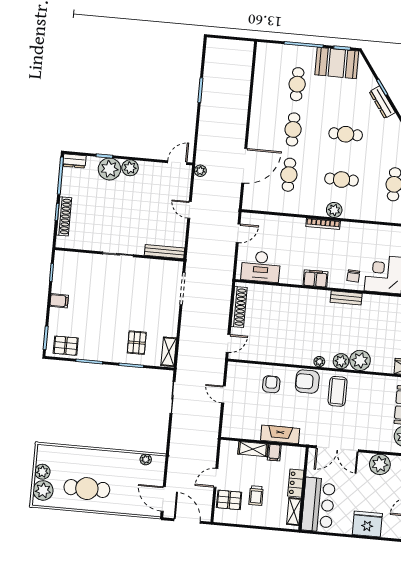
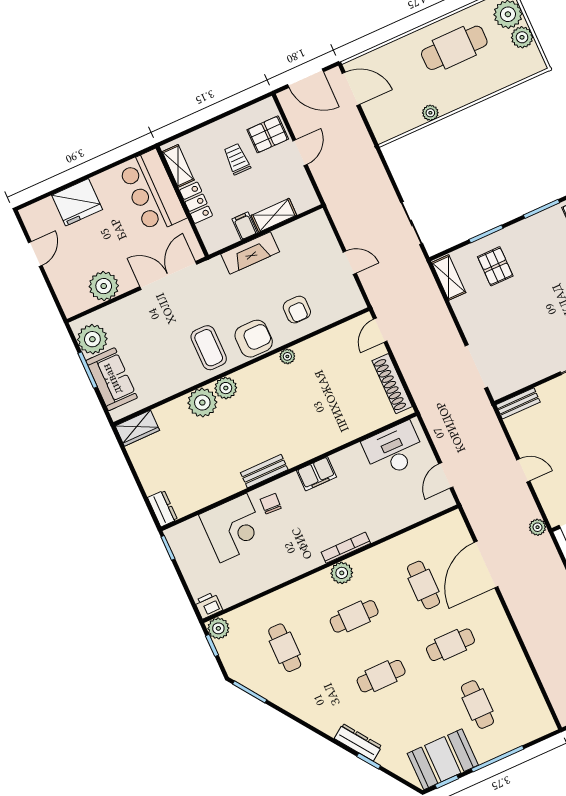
cafe table: (293, 129) -> (450, 645), turned 90
bench: (165, 252) -> (518, 403), width x0.73
plant: (319, 362) -> (287, 356), moved
plant: (146, 459) -> (430, 113), moved

